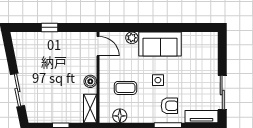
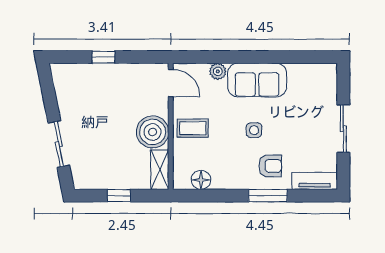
boiler: (90, 81) -> (153, 132), width x1.86, depth x1.86
coffee table: (125, 88) -> (193, 128), moved
sliding door: (222, 93) -> (343, 129), moved

